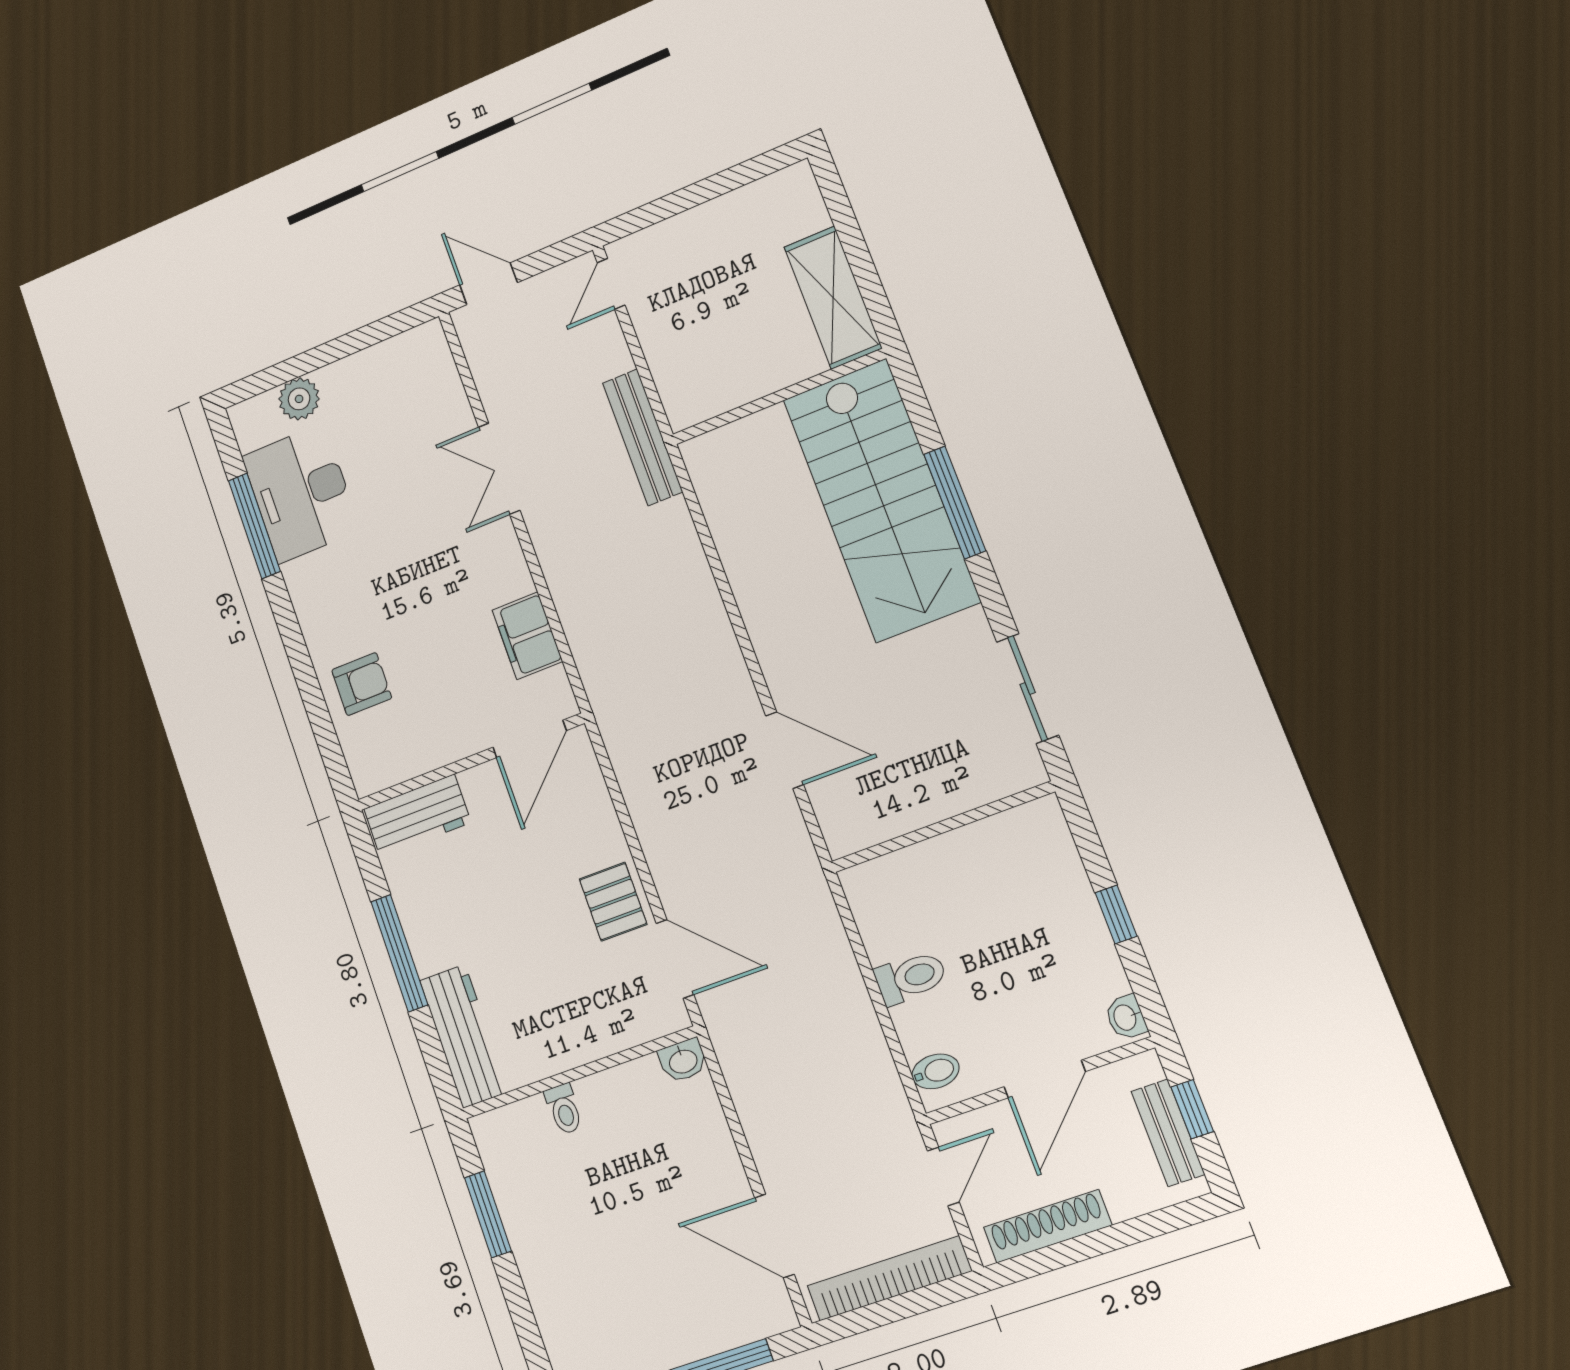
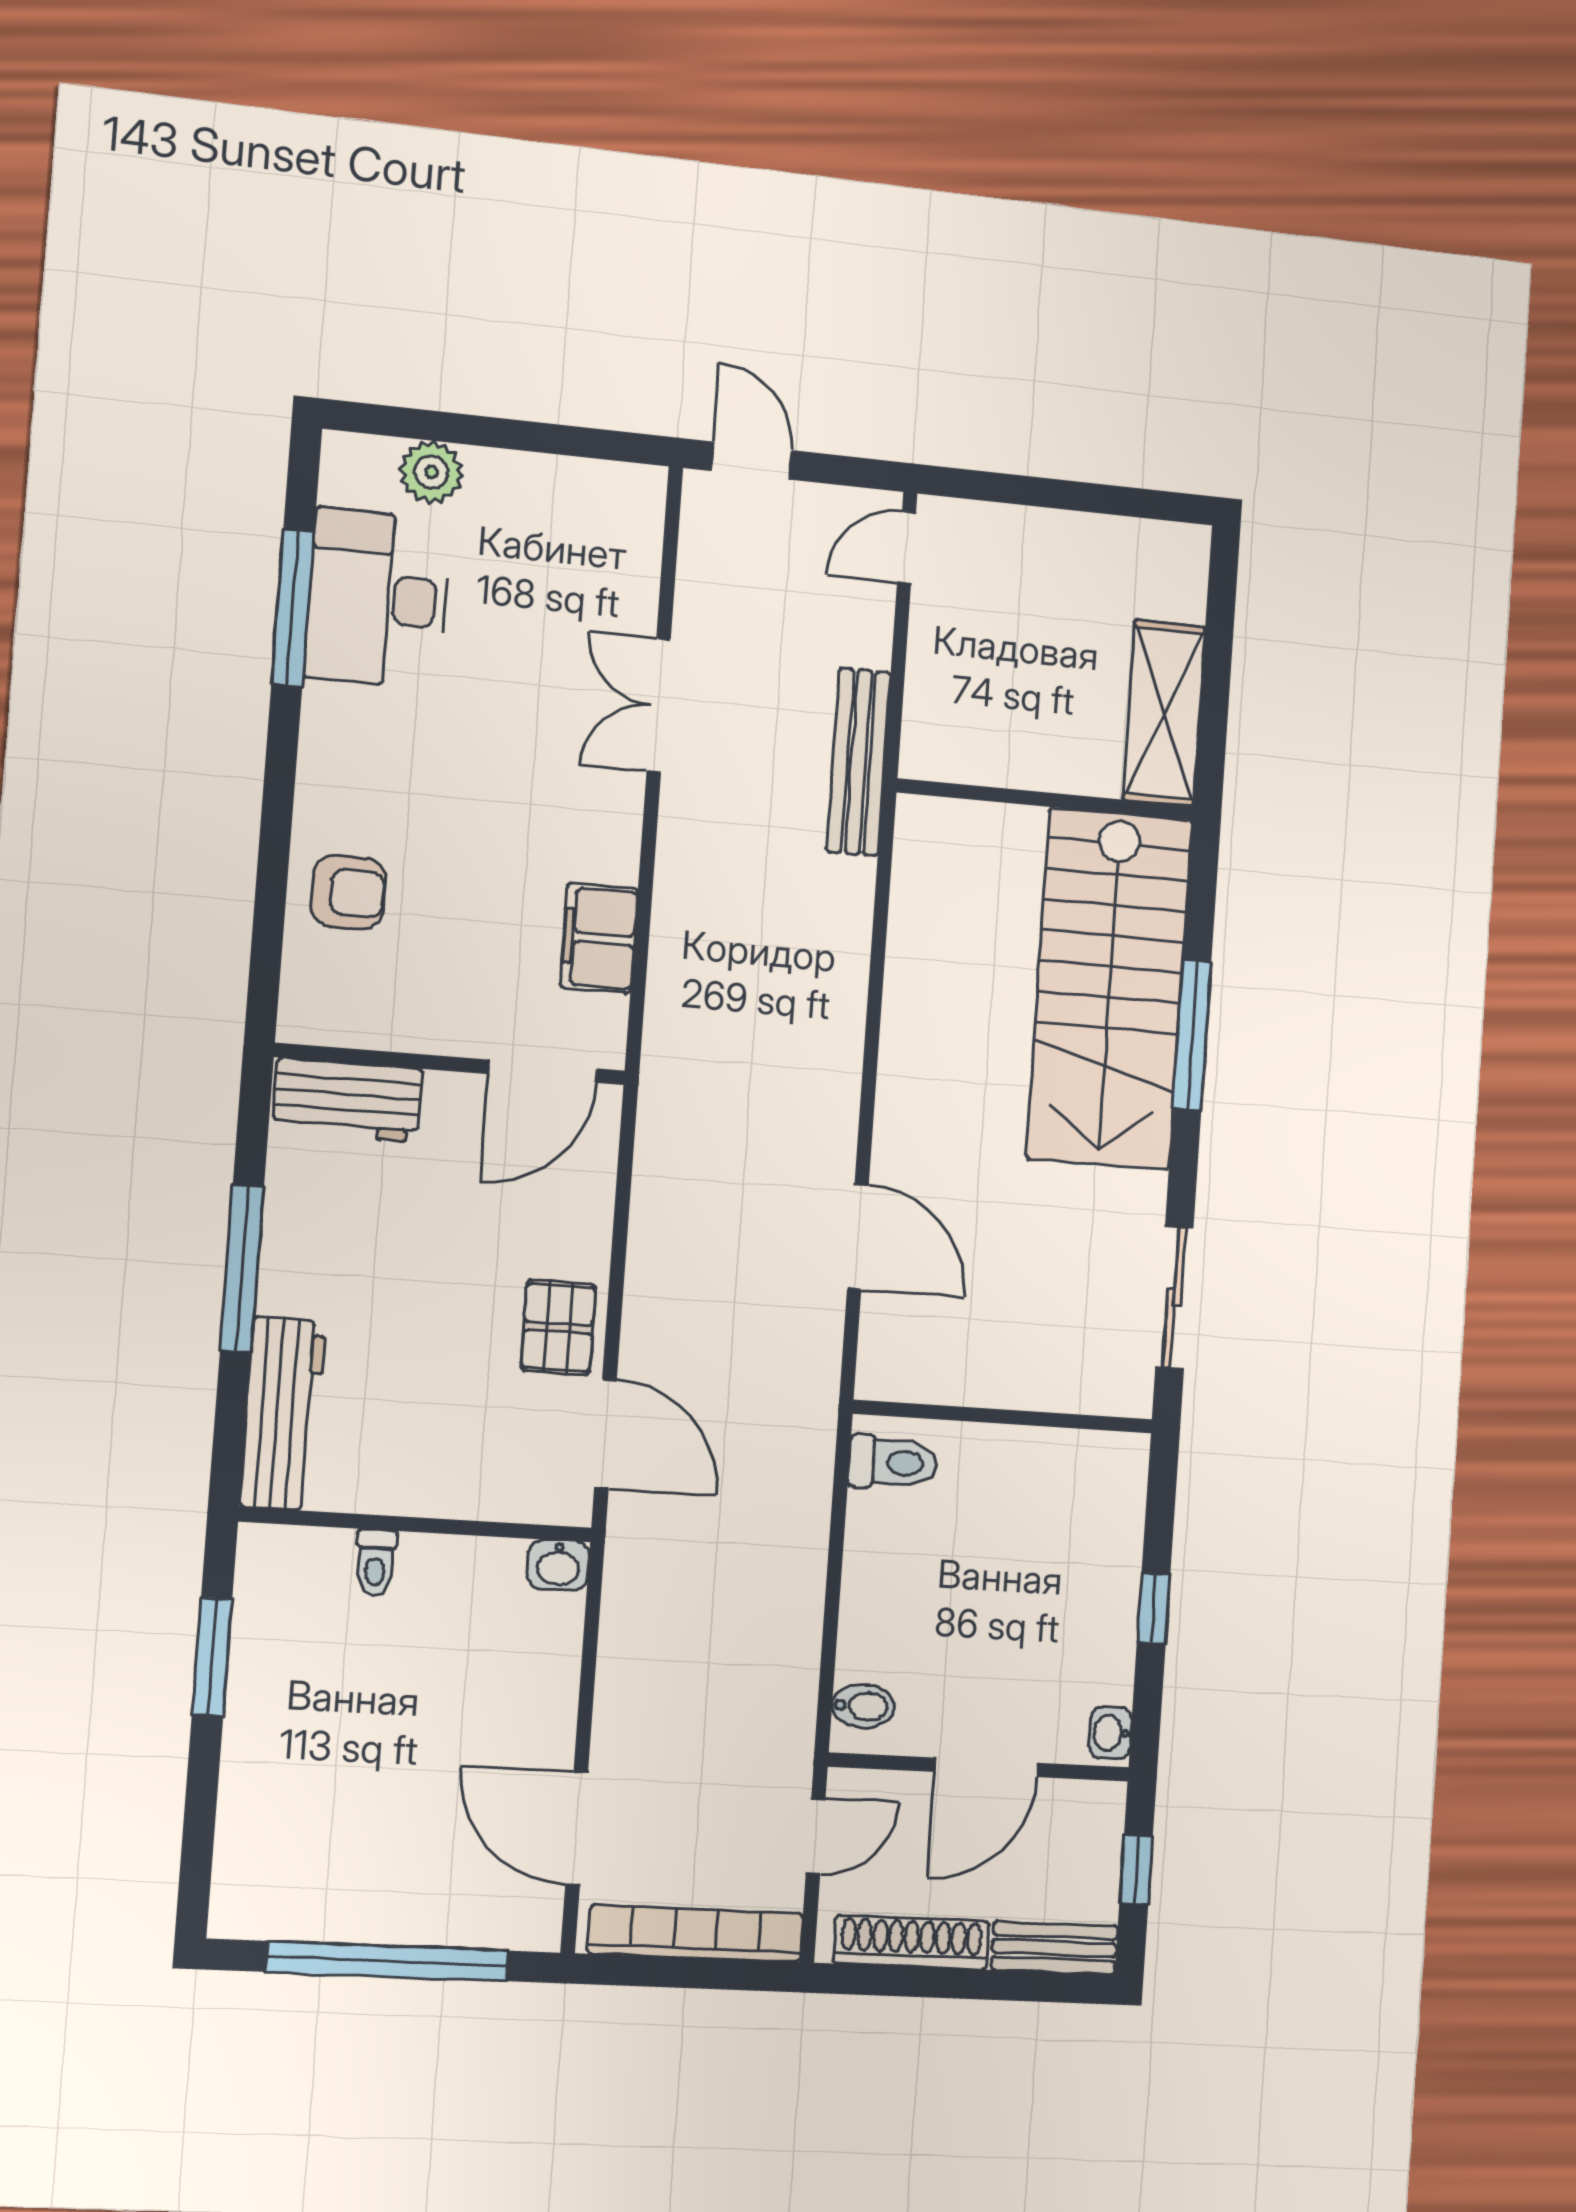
toilet: (911, 978) -> (893, 1462), moved
bench: (1168, 1133) -> (1055, 1948), moved, turned 90

